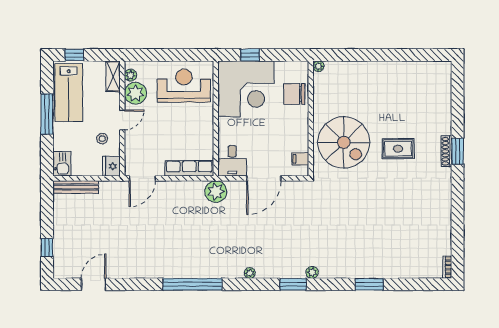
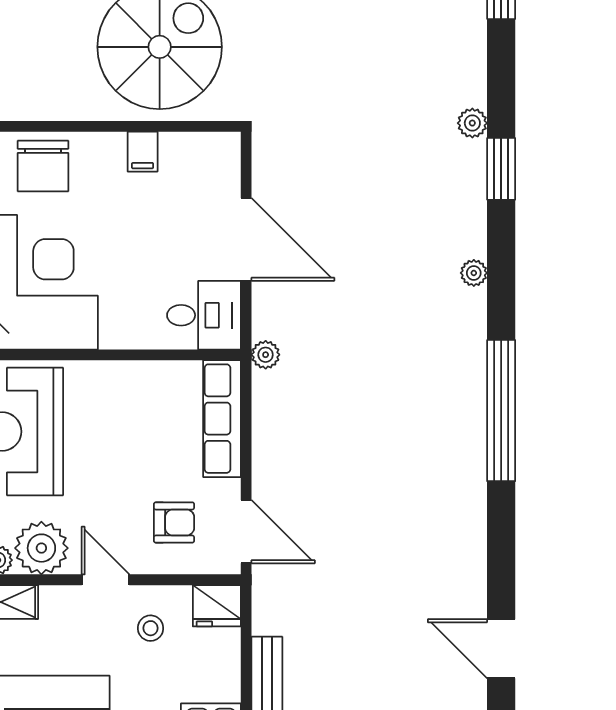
armchair: (146, 148) -> (174, 522), added
filing cabinet: (300, 159) -> (143, 152), moved
plant: (216, 192) -> (266, 355), width x0.53, depth x0.53

